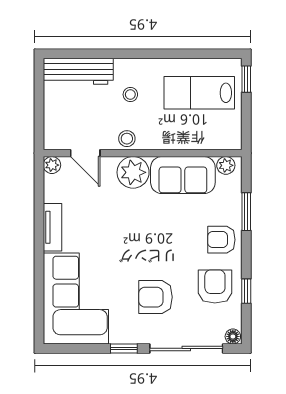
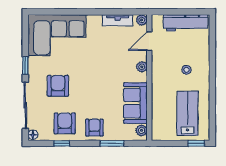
workbench: (78, 71) -> (185, 23), moved, turned -90
stool: (127, 139) -> (159, 68), removed
plant: (133, 172) -> (142, 67), width x0.53, depth x0.53
tv unit: (52, 227) -> (118, 20), moved
armchair: (215, 286) -> (65, 123), turned -90

